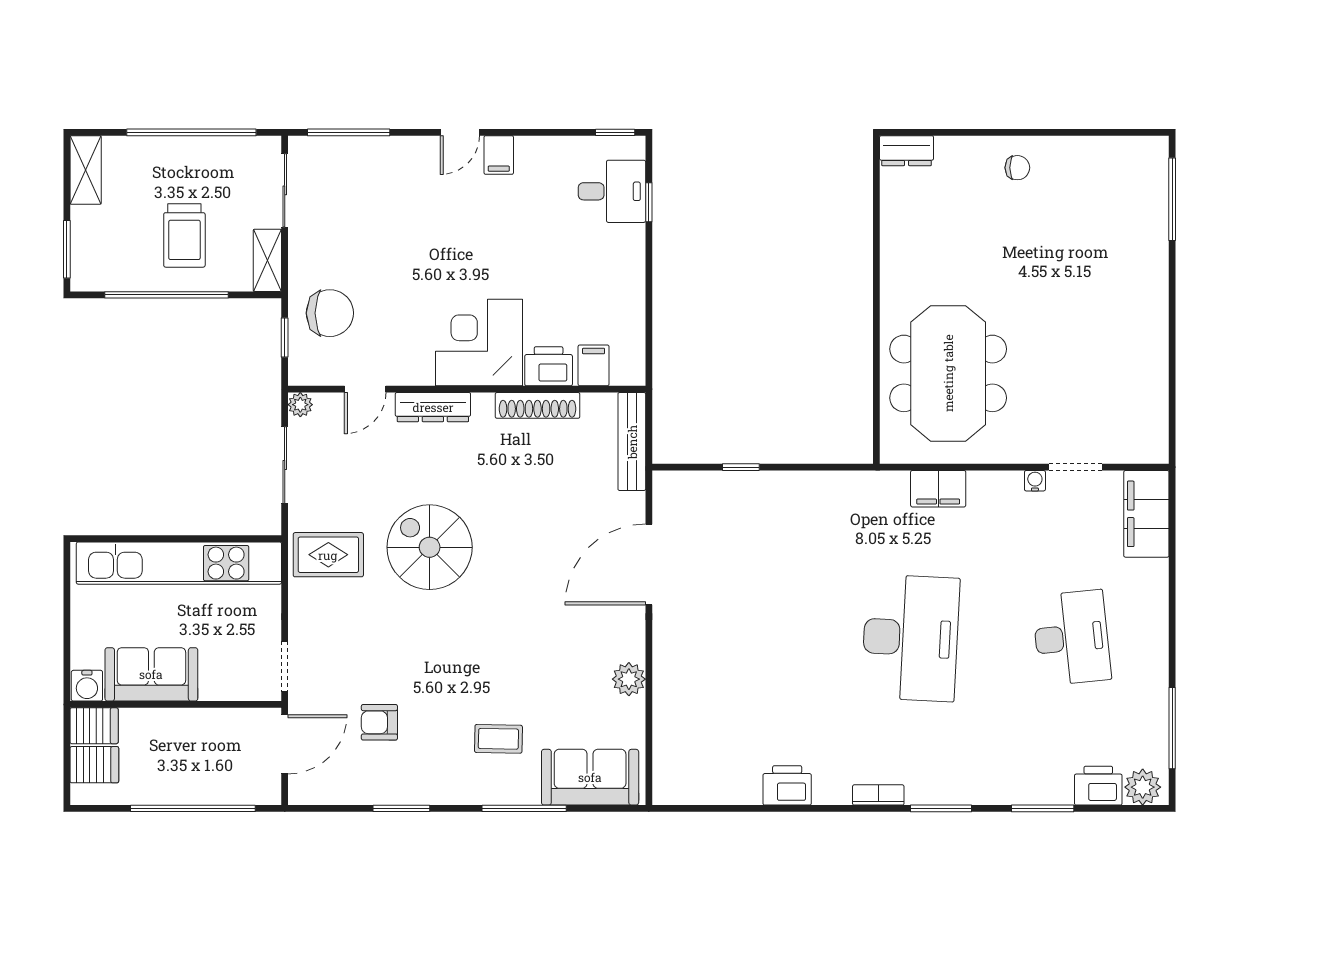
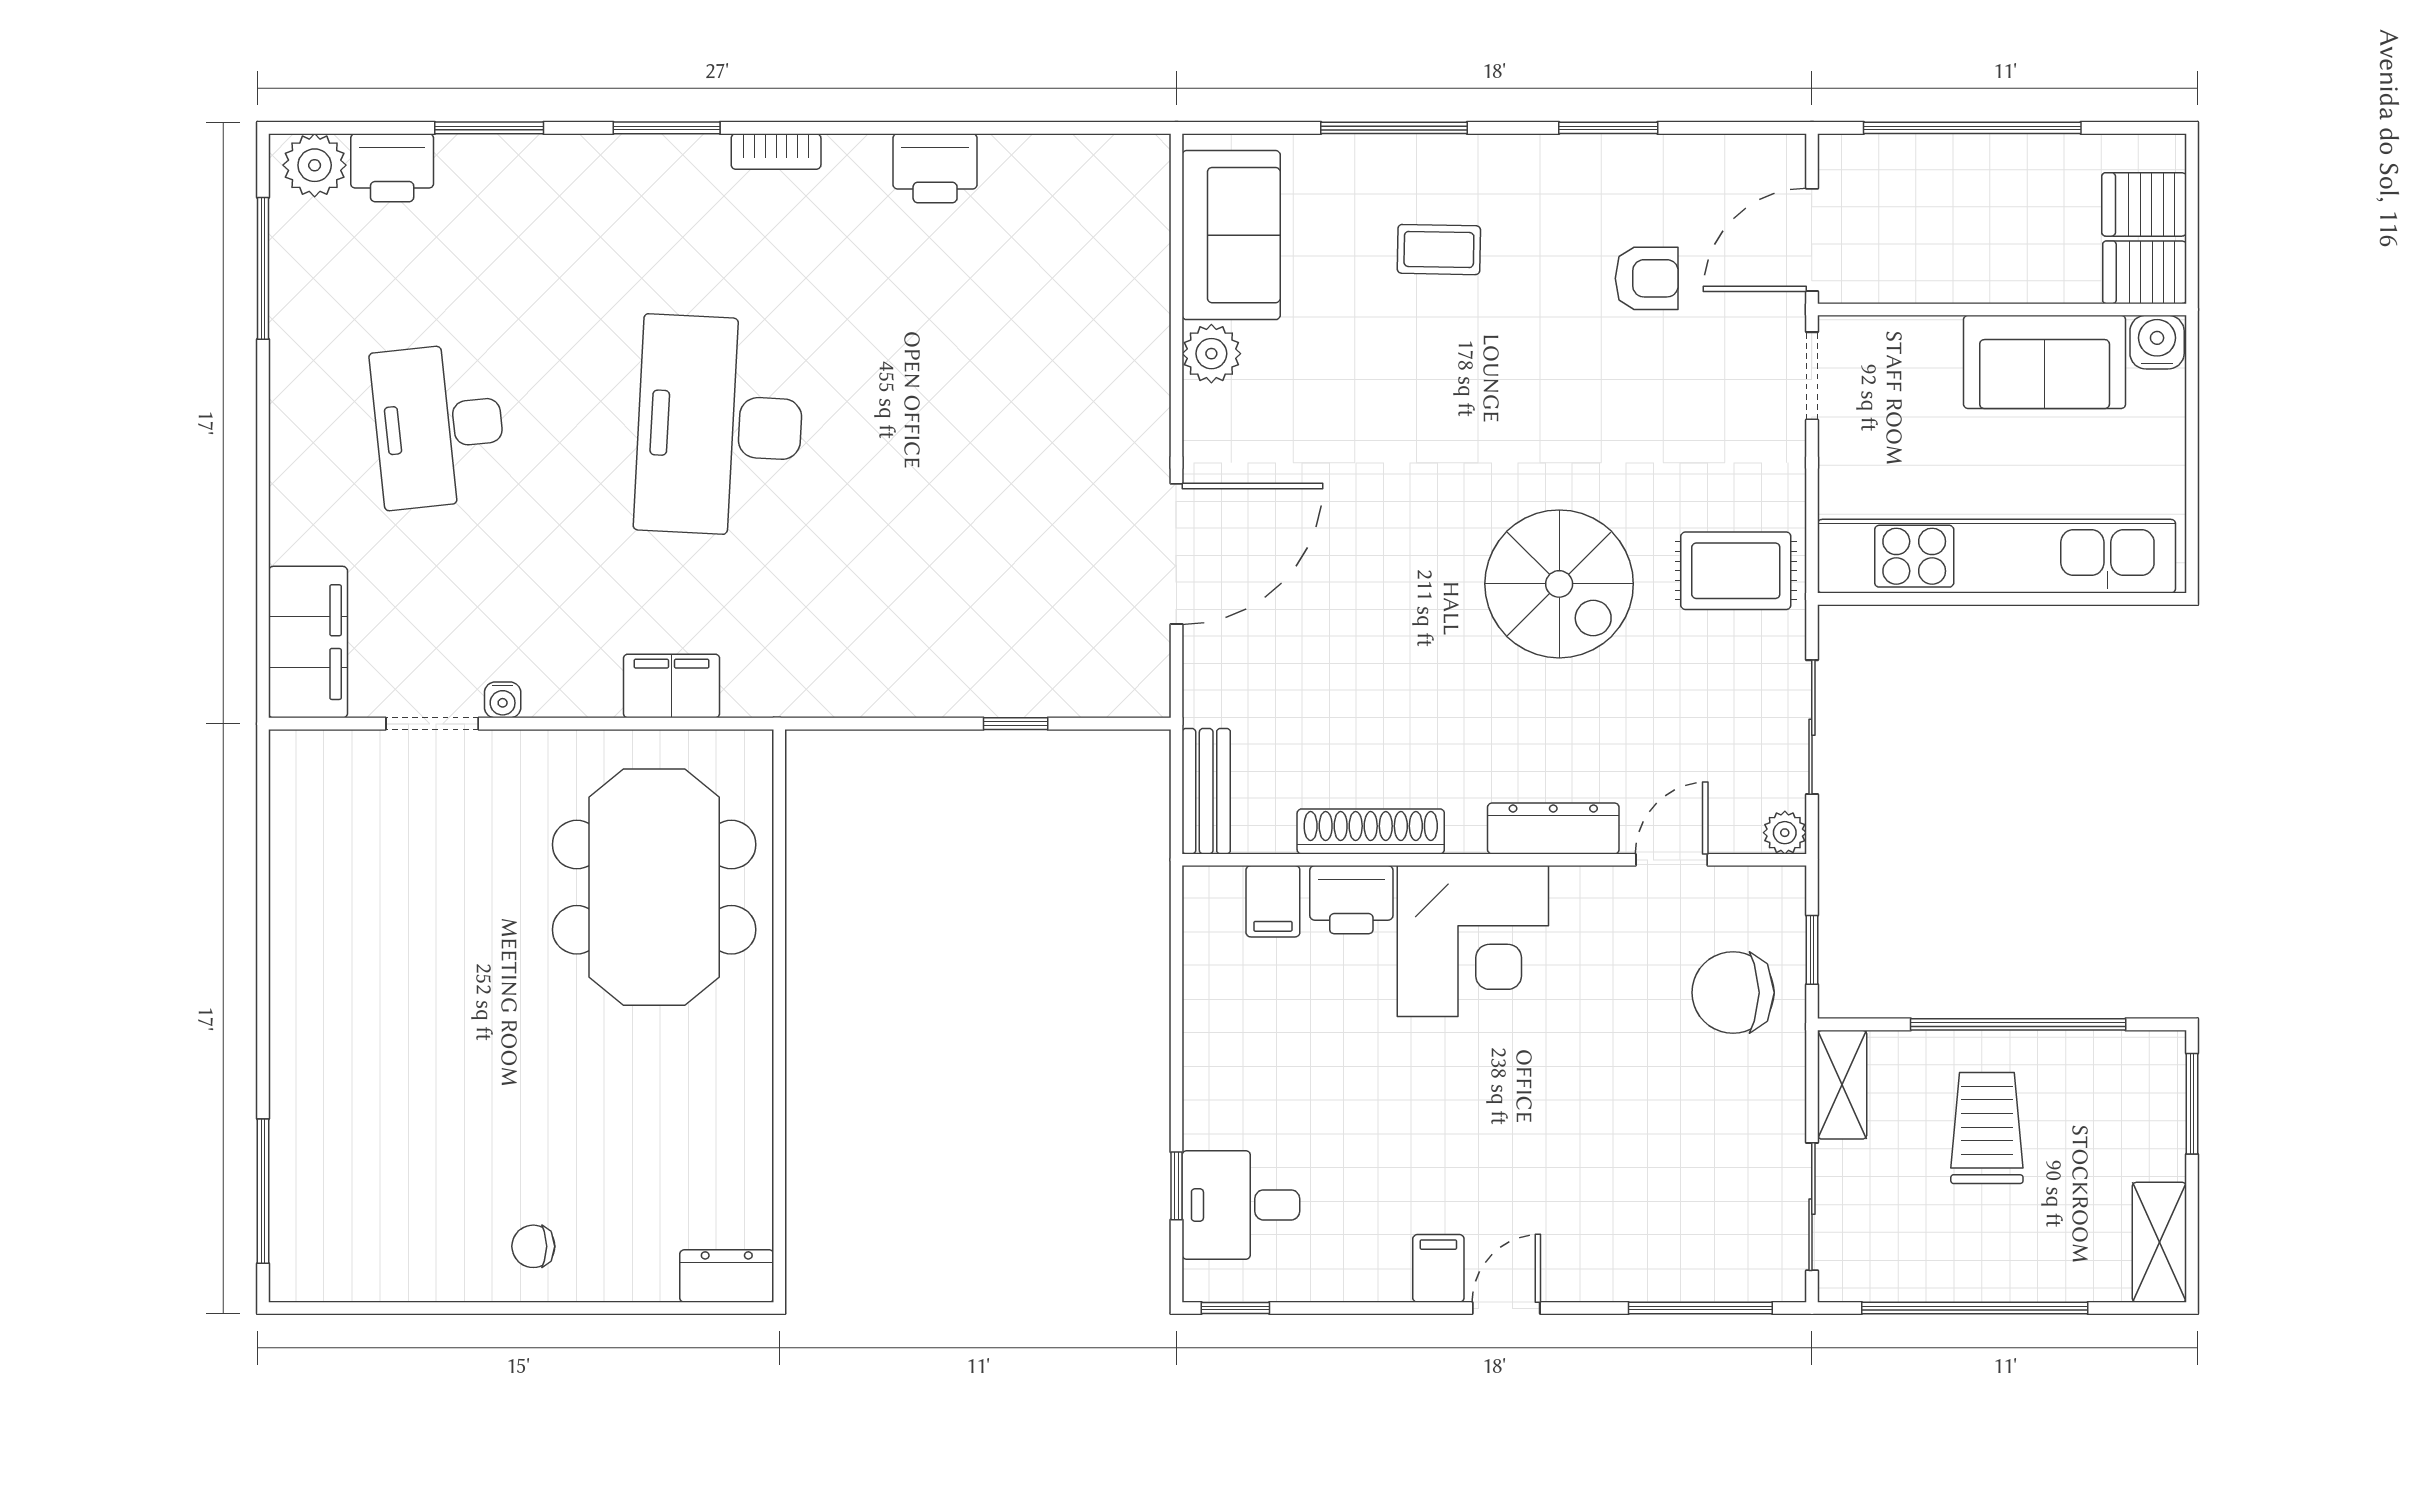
bench: (632, 442) -> (1206, 791), width x0.73
sofa: (590, 777) -> (1231, 235), moved, turned -90

